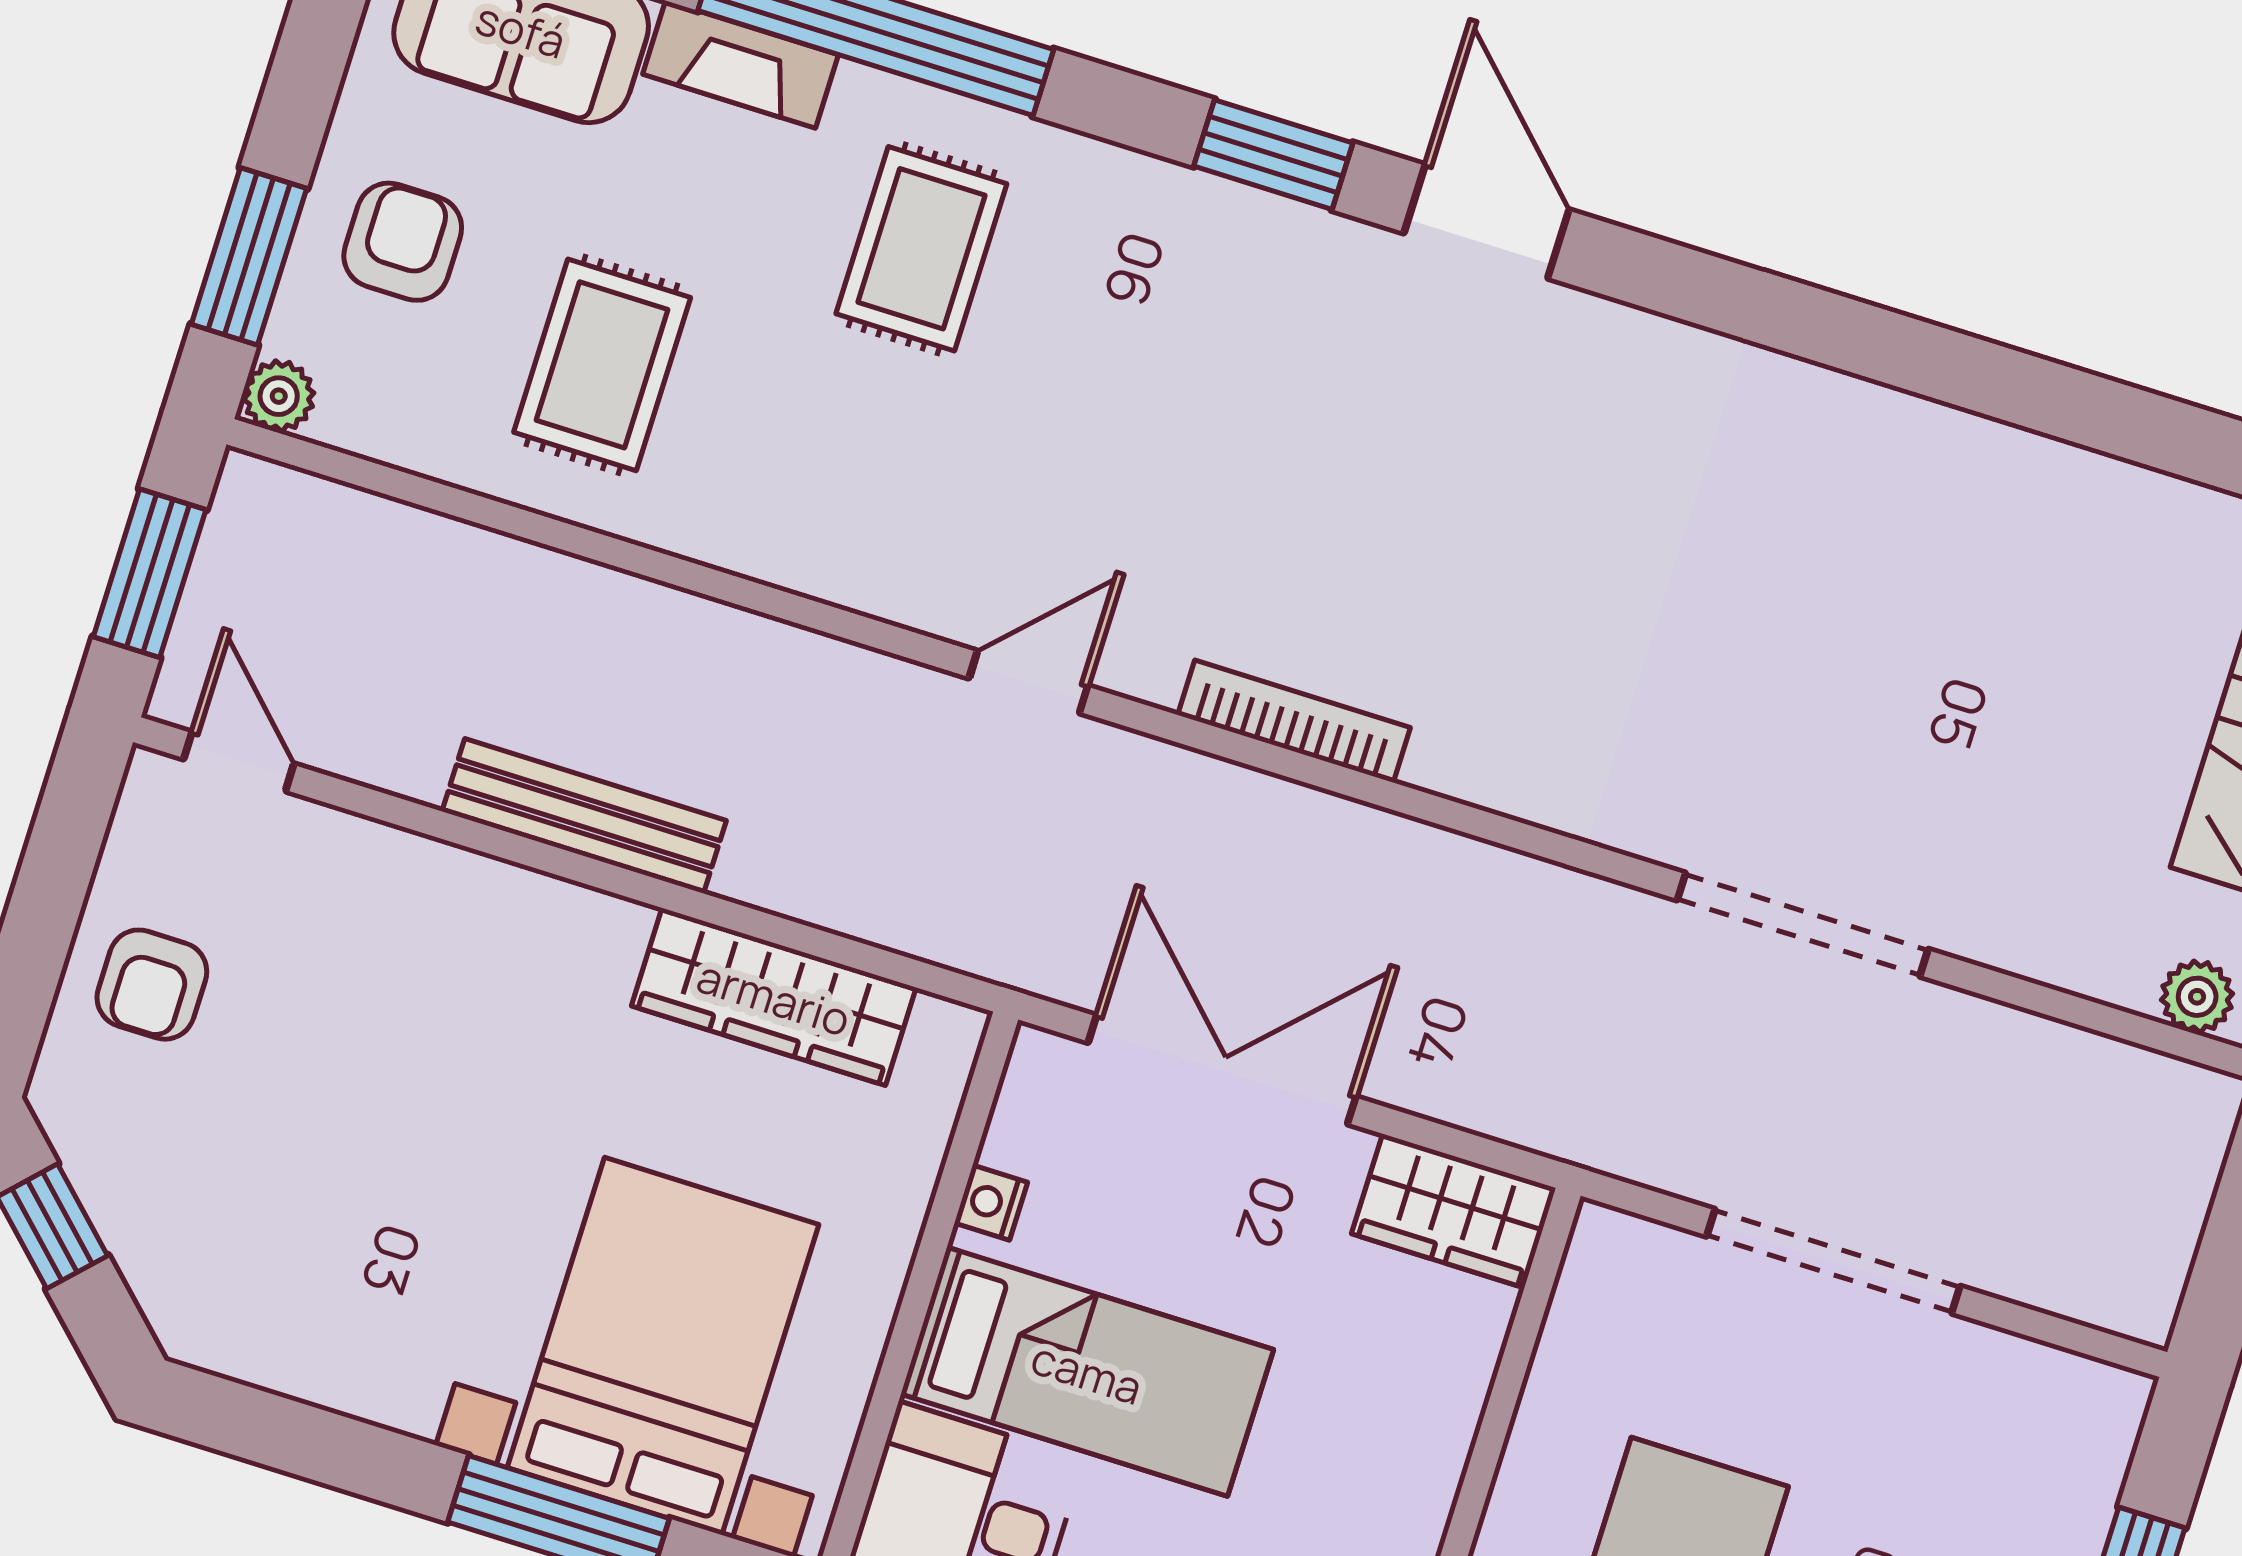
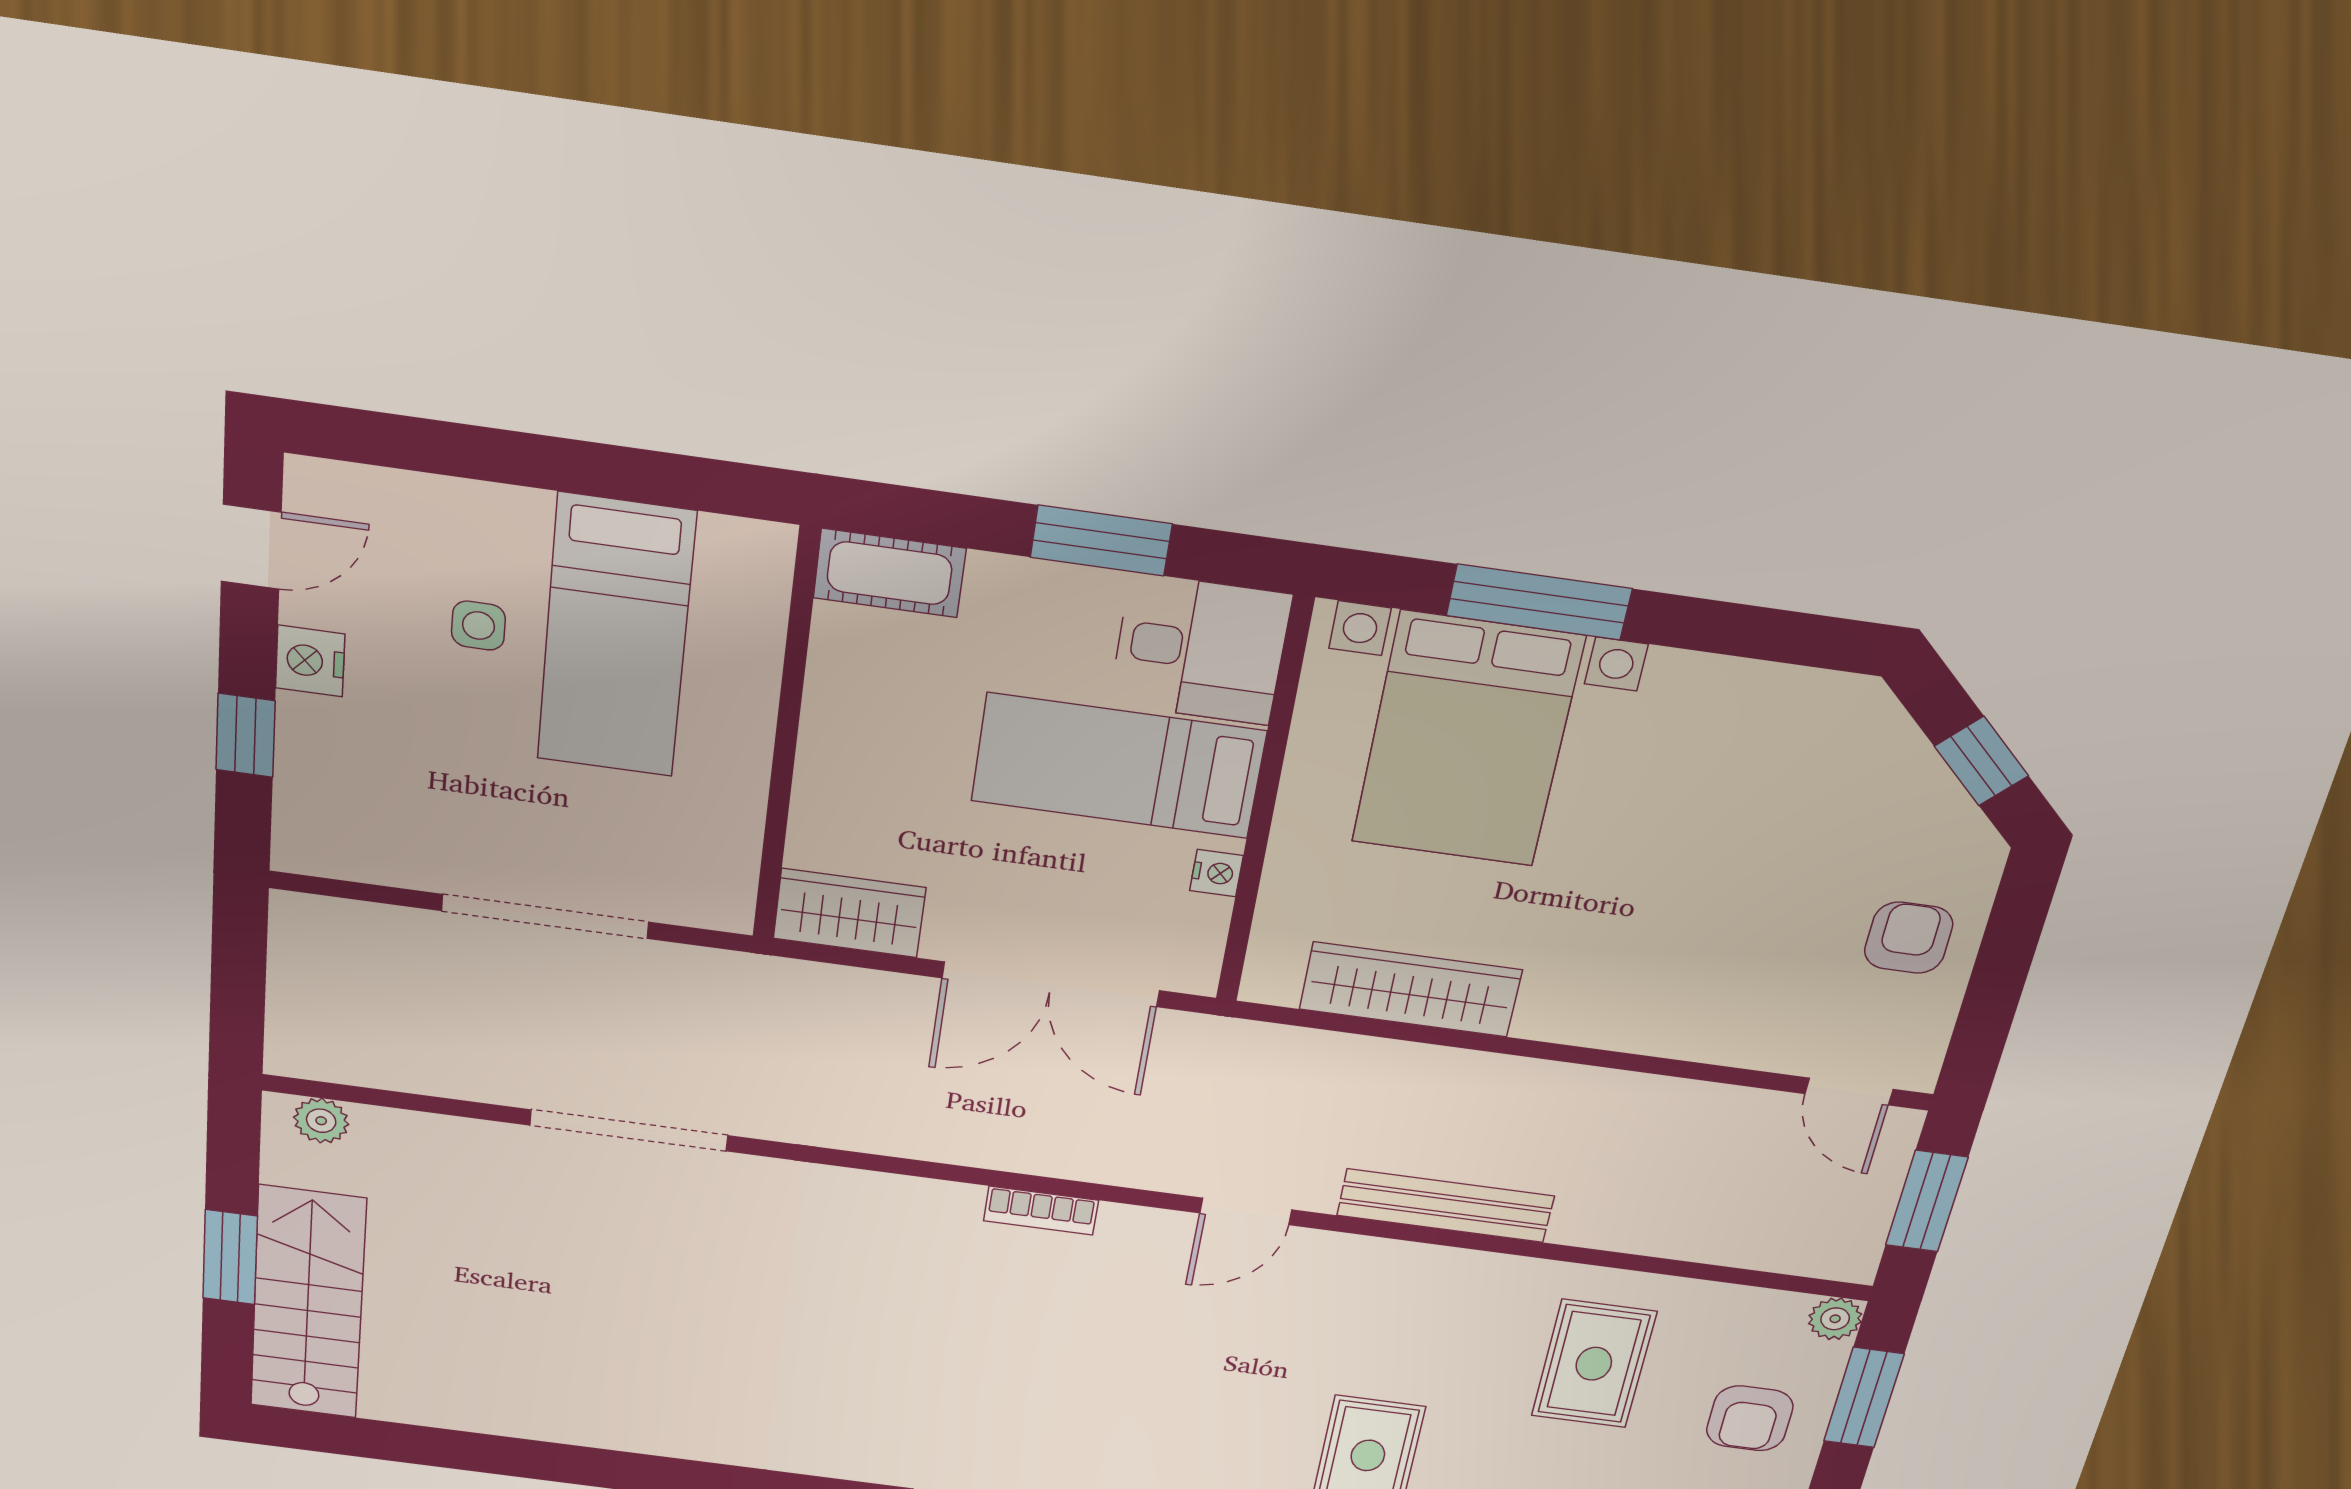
bookcase: (1294, 721) -> (1041, 1211), width x0.64
bench: (584, 816) -> (1445, 1206), moved

